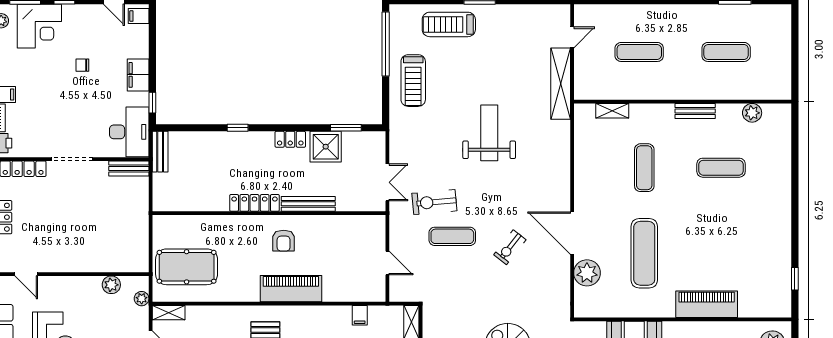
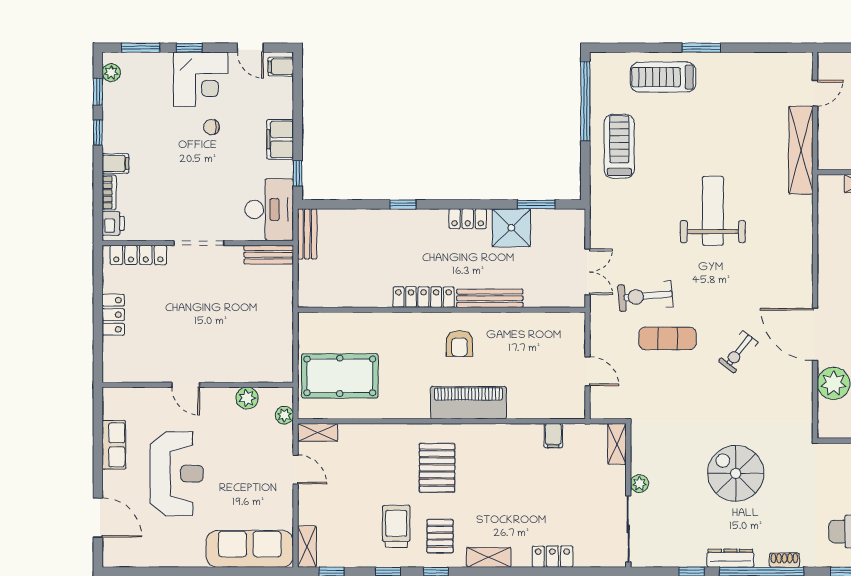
corner desk: (39, 26) -> (201, 79), moved
treadmill: (413, 81) -> (619, 146), turned 180
door: (26, 274) -> (186, 385), moved

